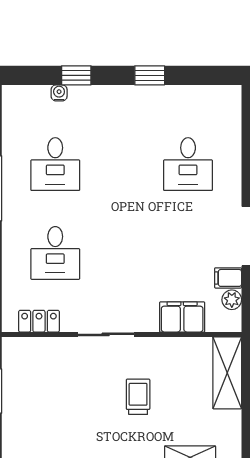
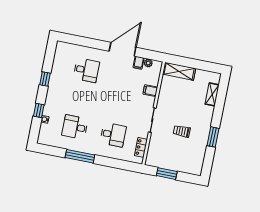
desk: (55, 164) -> (75, 127), turned 180
filing cabinet: (182, 317) -> (150, 91), width x0.50
trolley: (138, 397) -> (182, 131), moved

